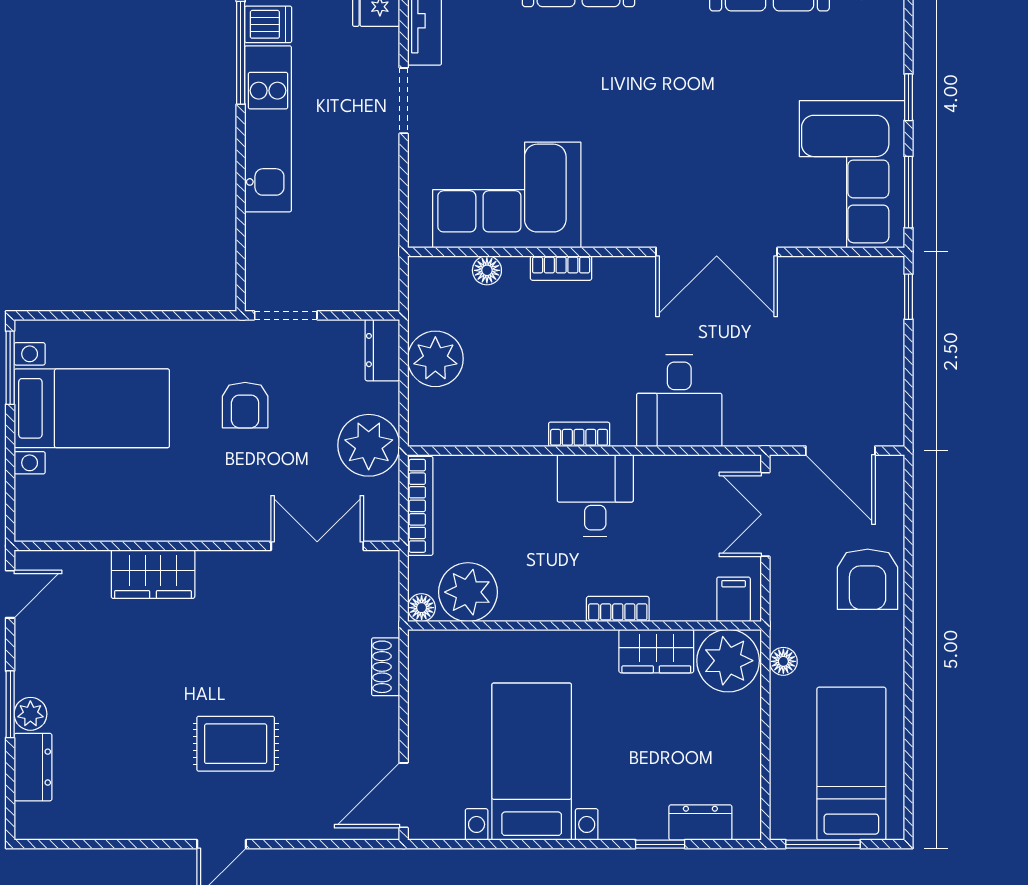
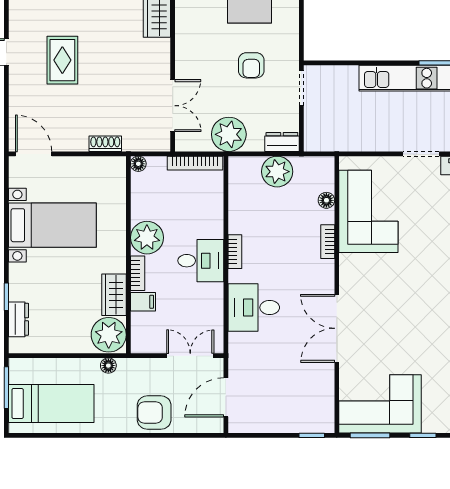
armchair: (245, 405) -> (251, 65), turned -90
plant: (468, 592) -> (147, 238), moved
filing cabinet: (734, 599) -> (143, 302), moved

